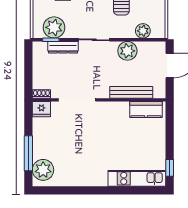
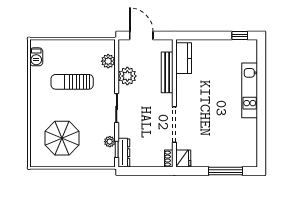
plant: (54, 27) -> (110, 142), width x0.53, depth x0.53
dresser: (63, 47) -> (124, 153), moved
plant: (43, 170) -> (242, 157), removed
kitchen unit: (137, 178) -> (250, 90), moved

